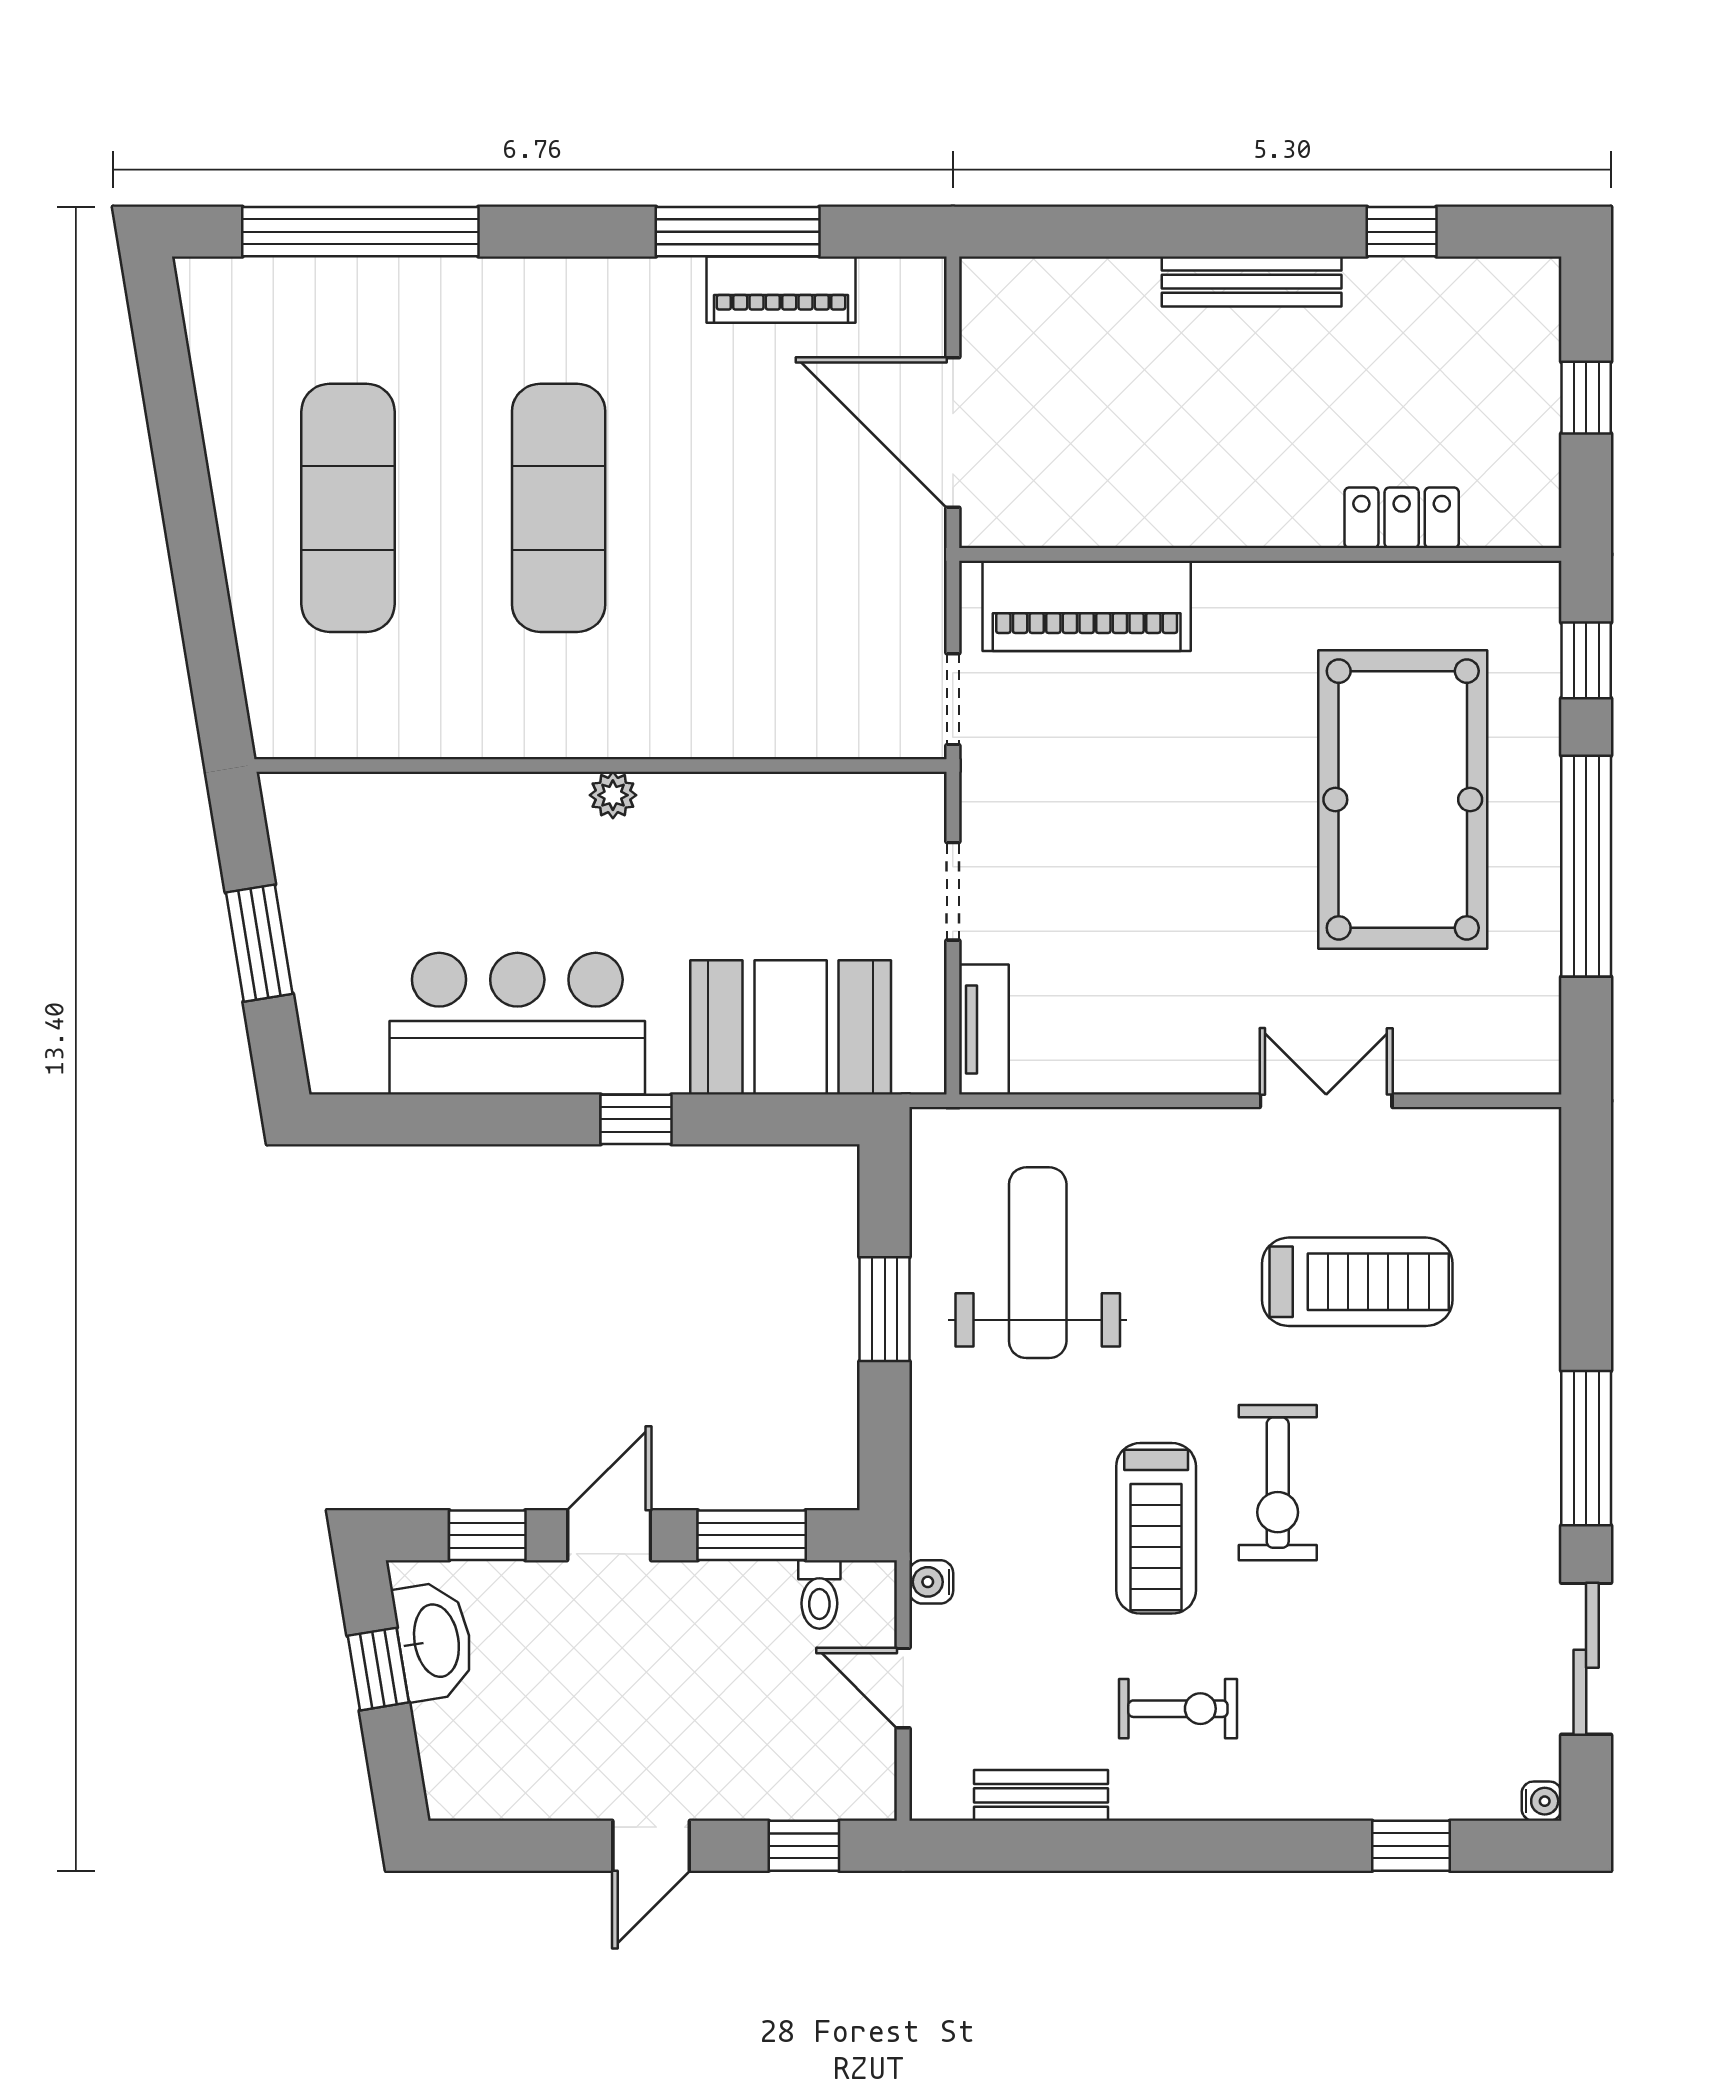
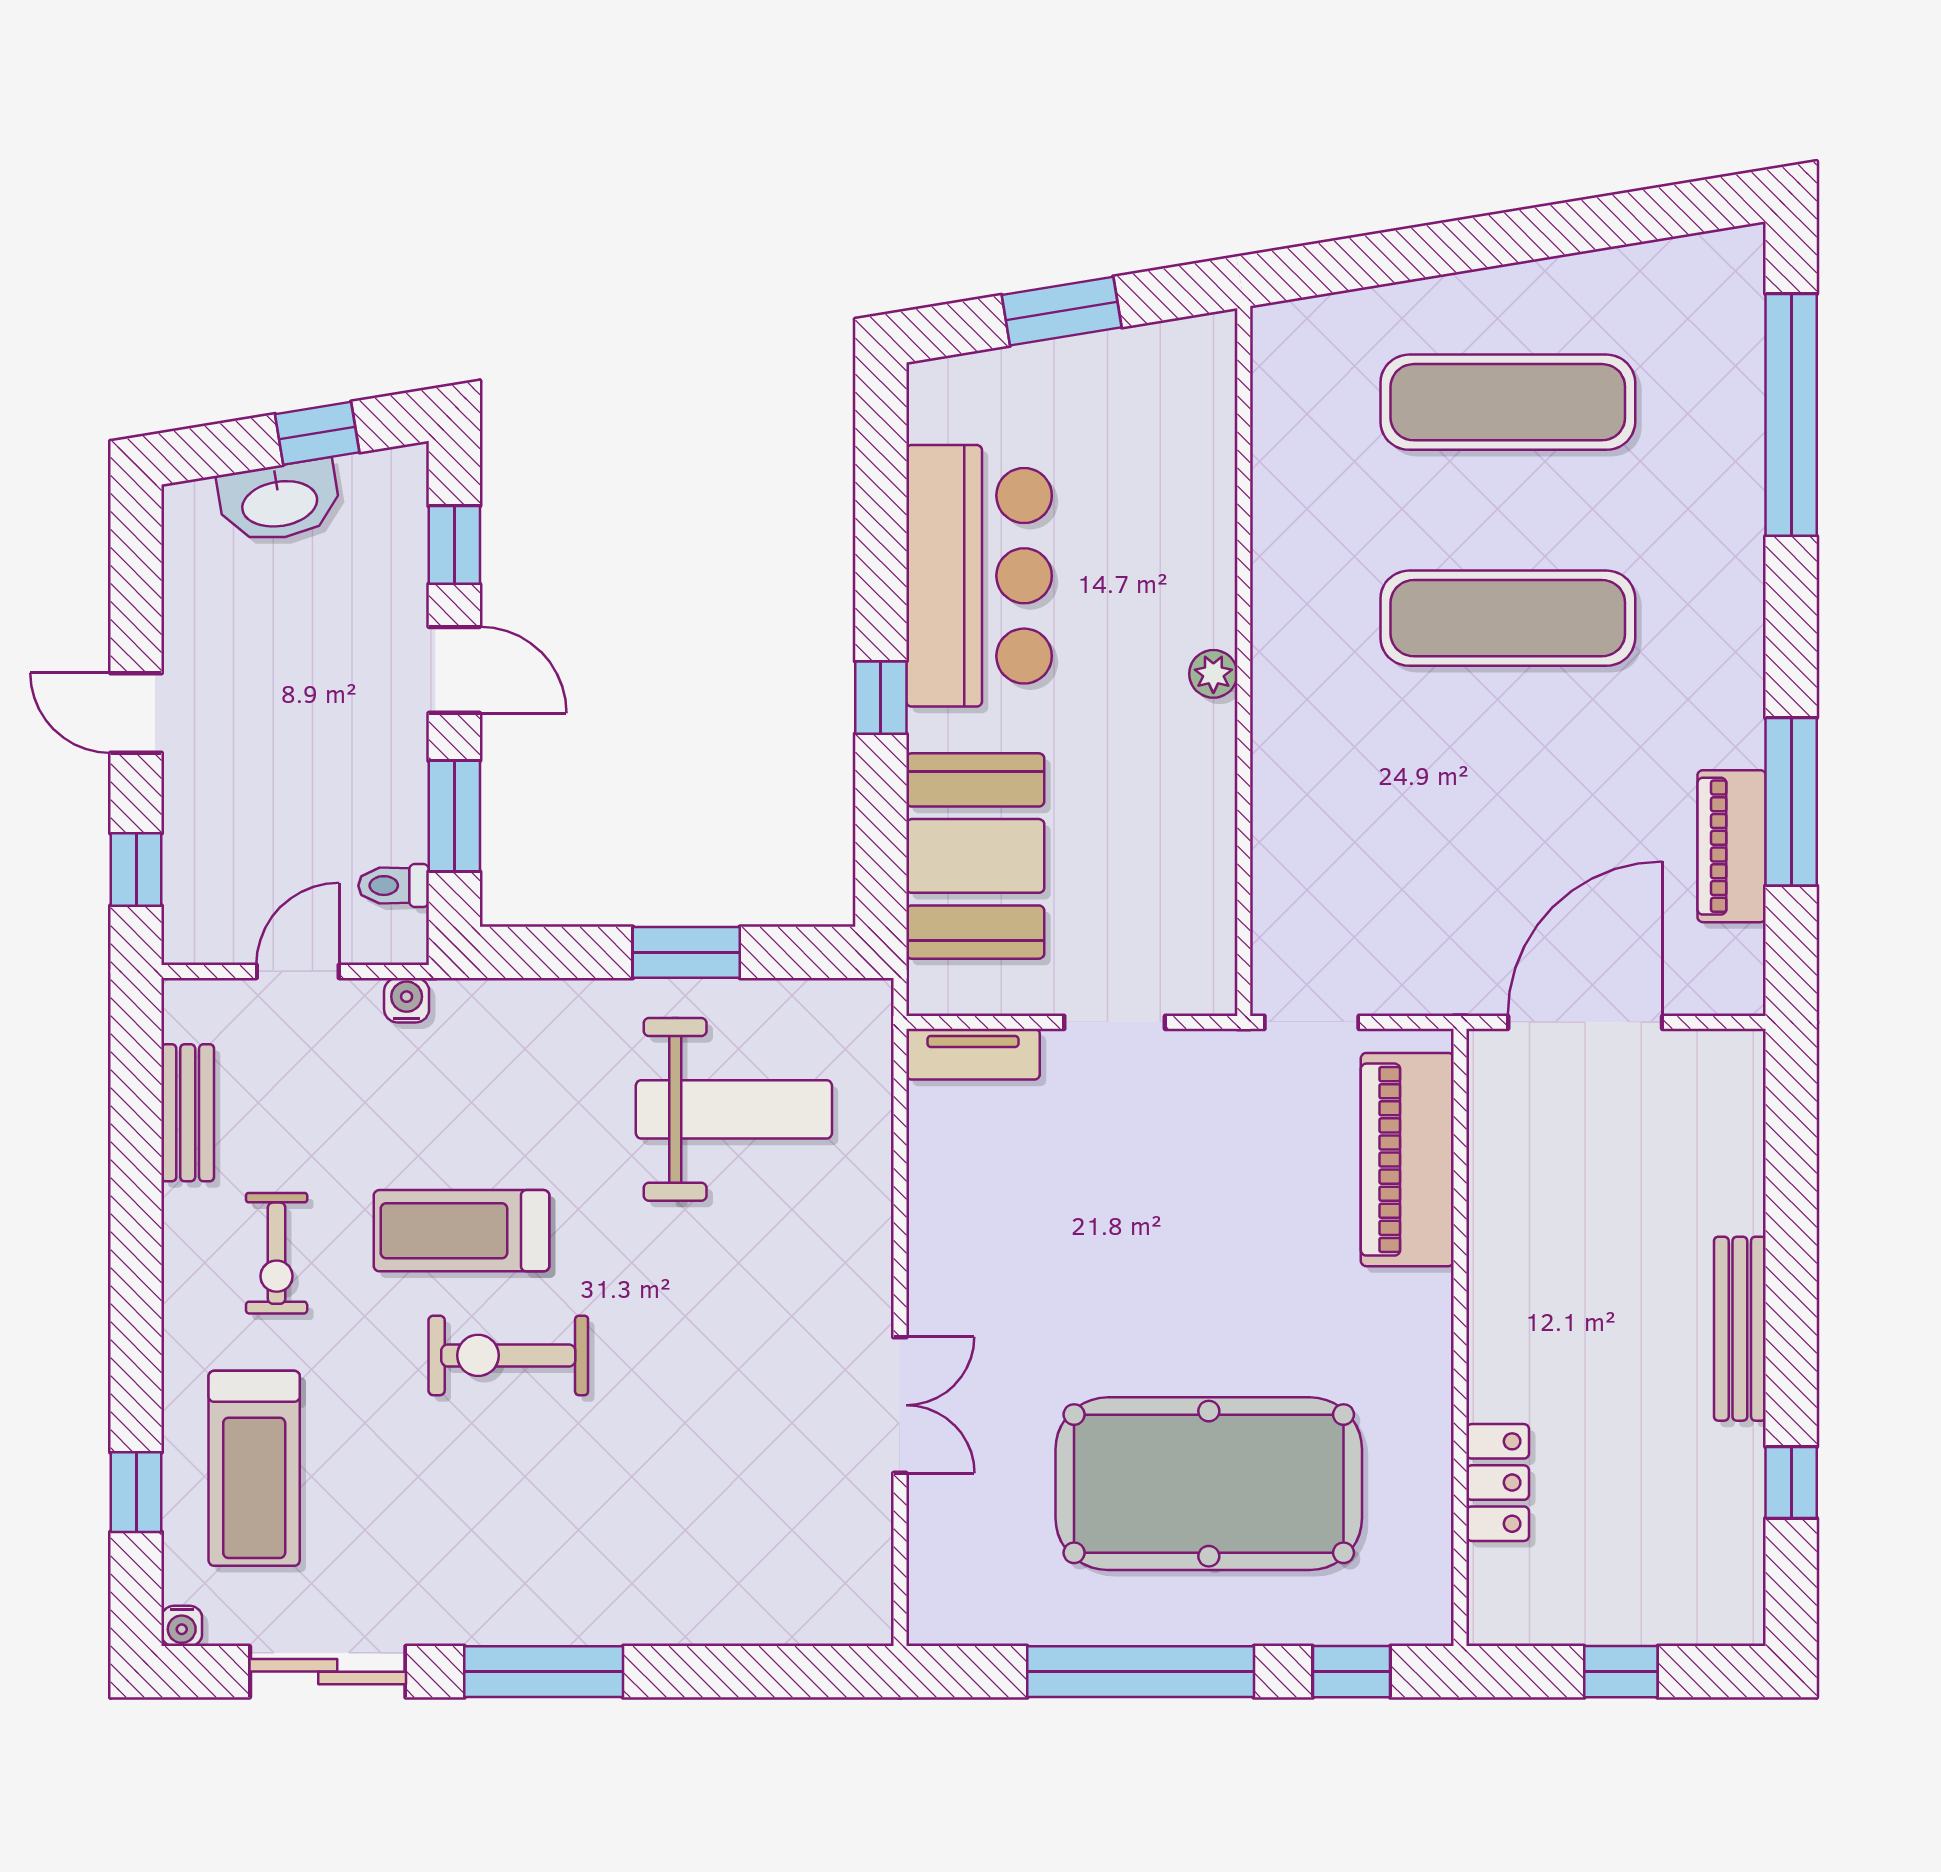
treadmill: (1357, 1282) -> (254, 1468), moved
washbasin: (434, 1641) -> (279, 502), moved

